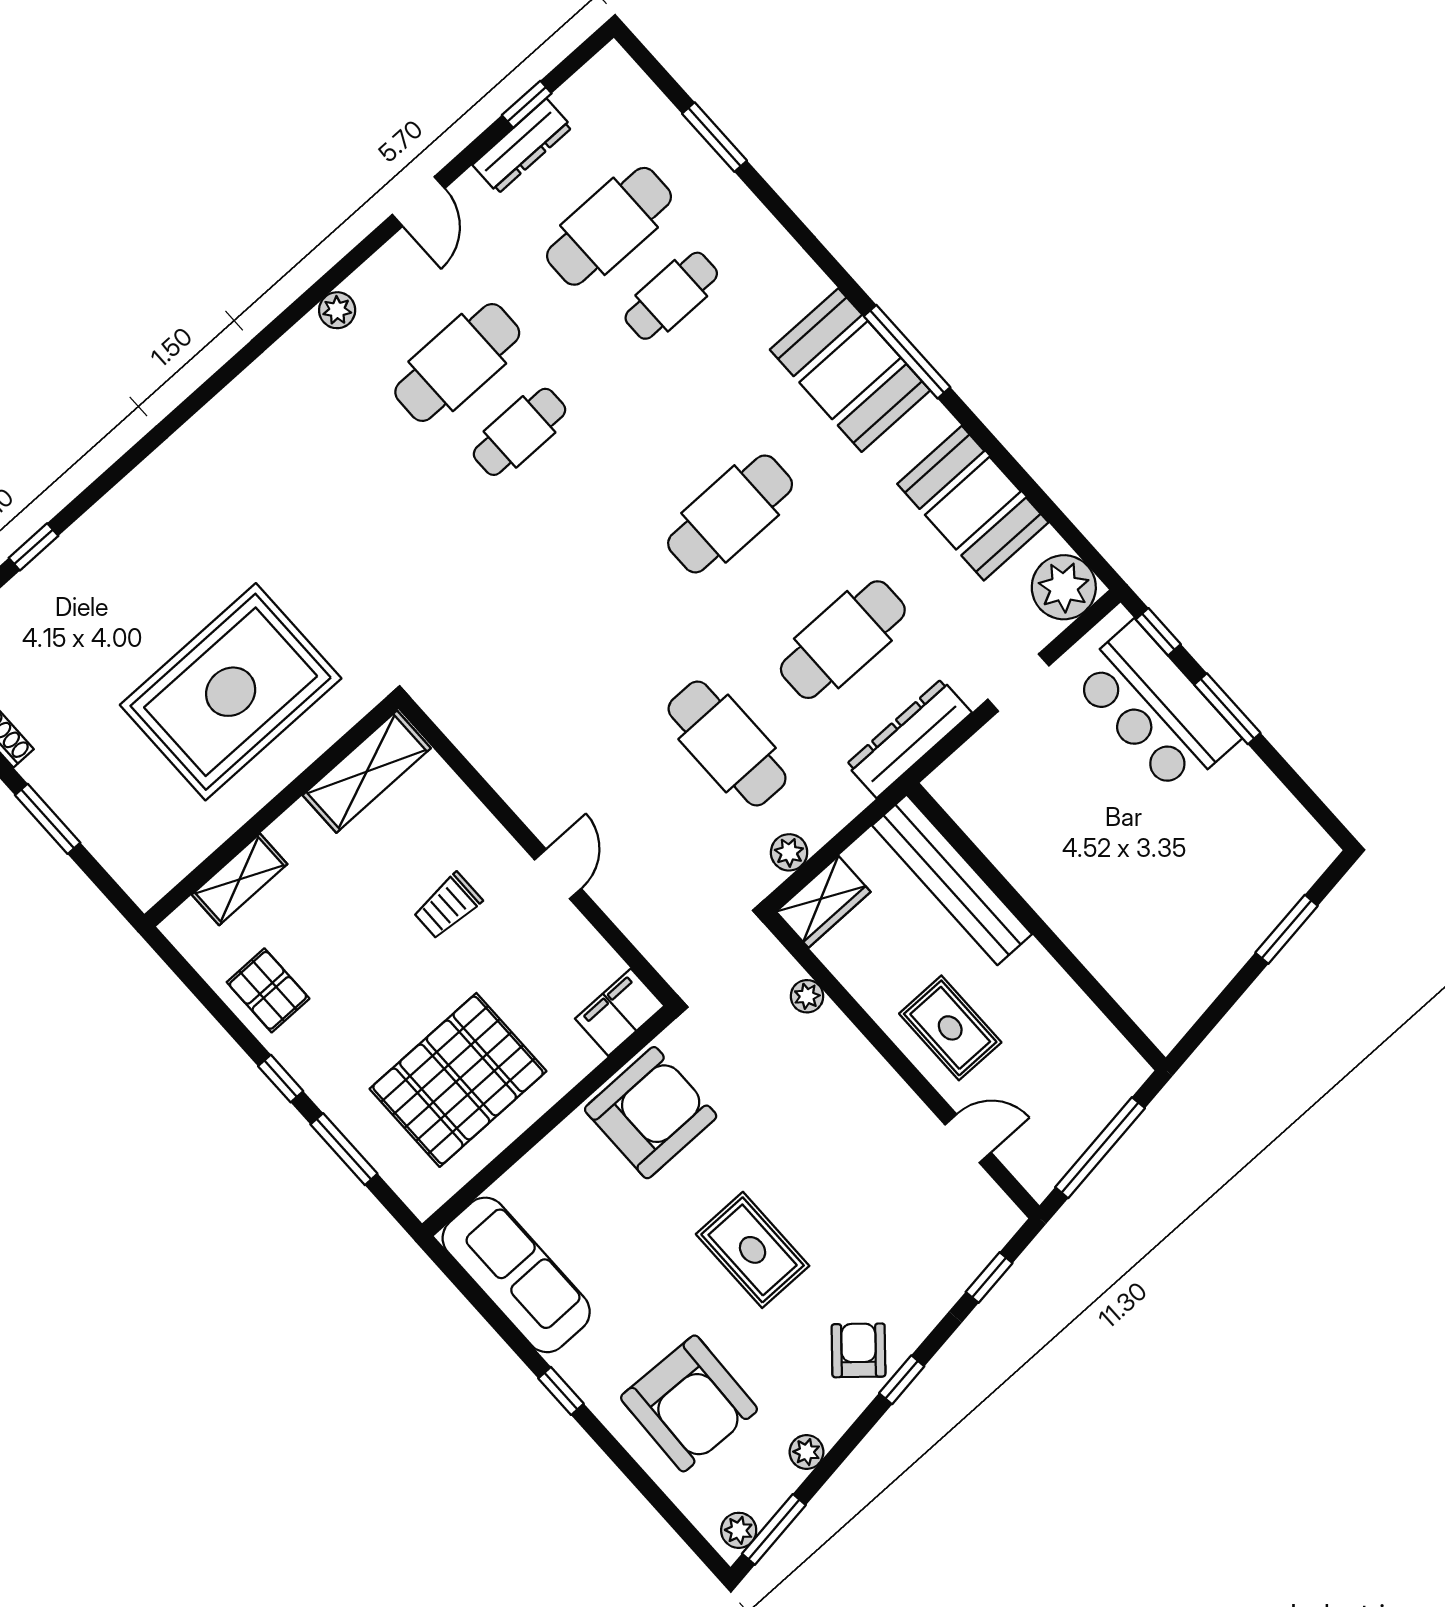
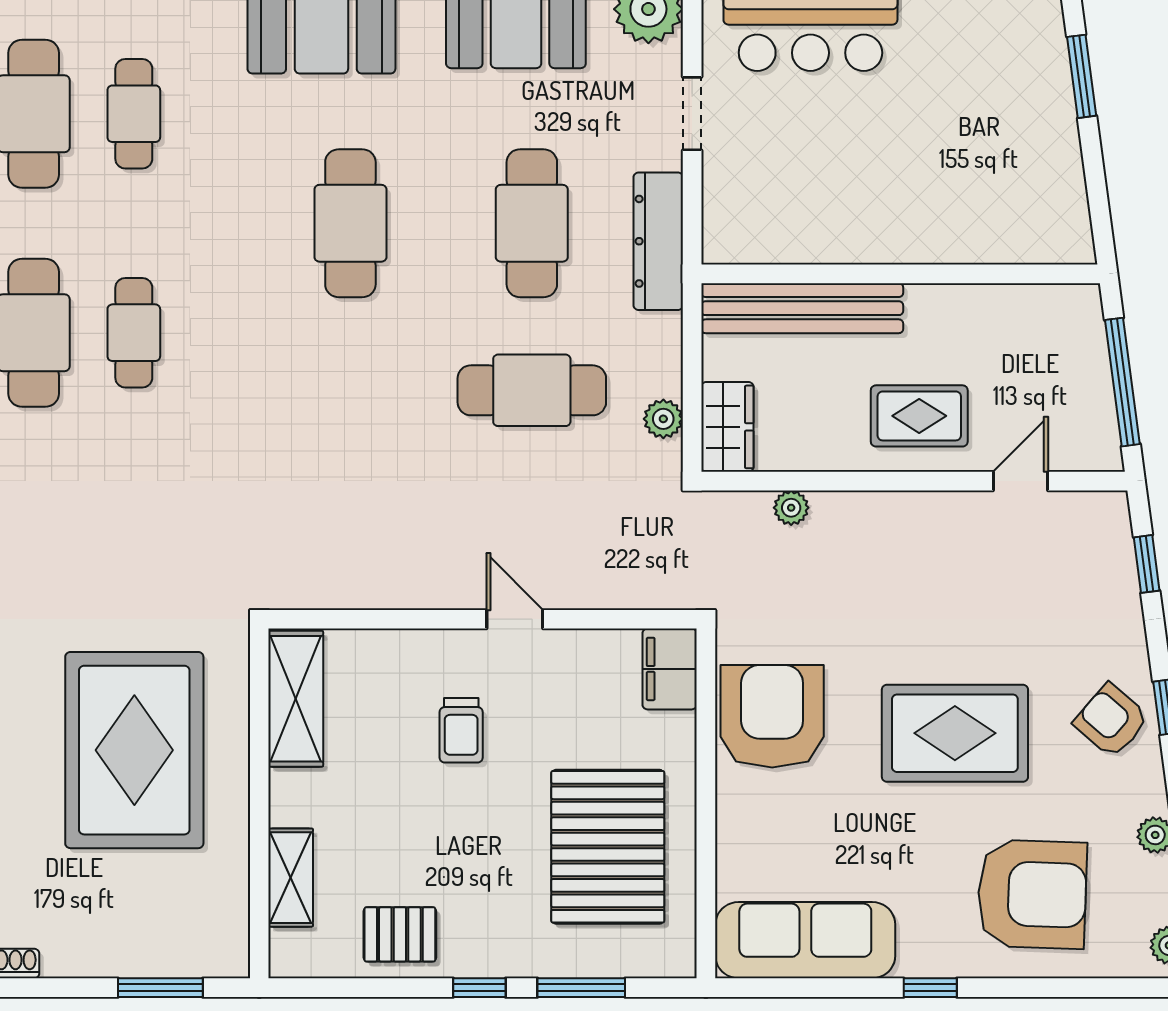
window: (48, 819) -> (160, 988), moved
rug: (753, 1250) -> (955, 733), width x1.36, depth x1.43

